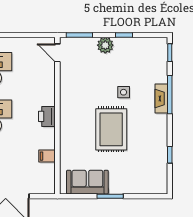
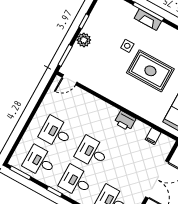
printer: (47, 116) -> (125, 121), moved
filing cabinet: (47, 156) -> (153, 136), moved

